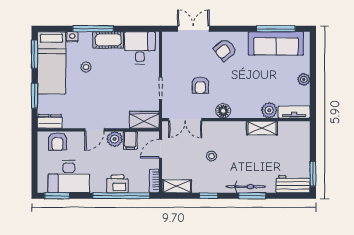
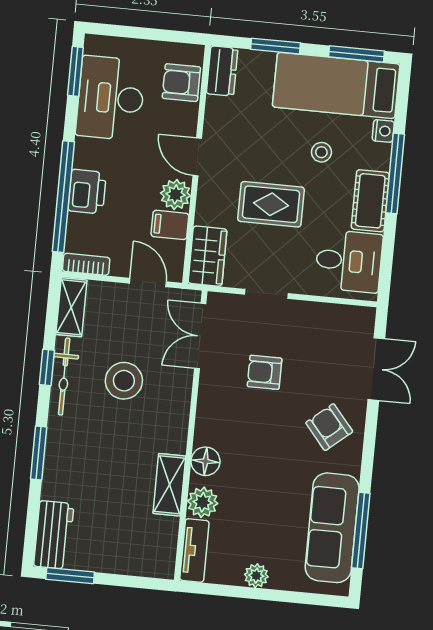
rug: (115, 90) -> (271, 204), added
floor lamp: (223, 111) -> (205, 461), moved
stool: (211, 156) -> (124, 381), width x1.89, depth x1.89
bicycle: (246, 187) -> (64, 377), moved

